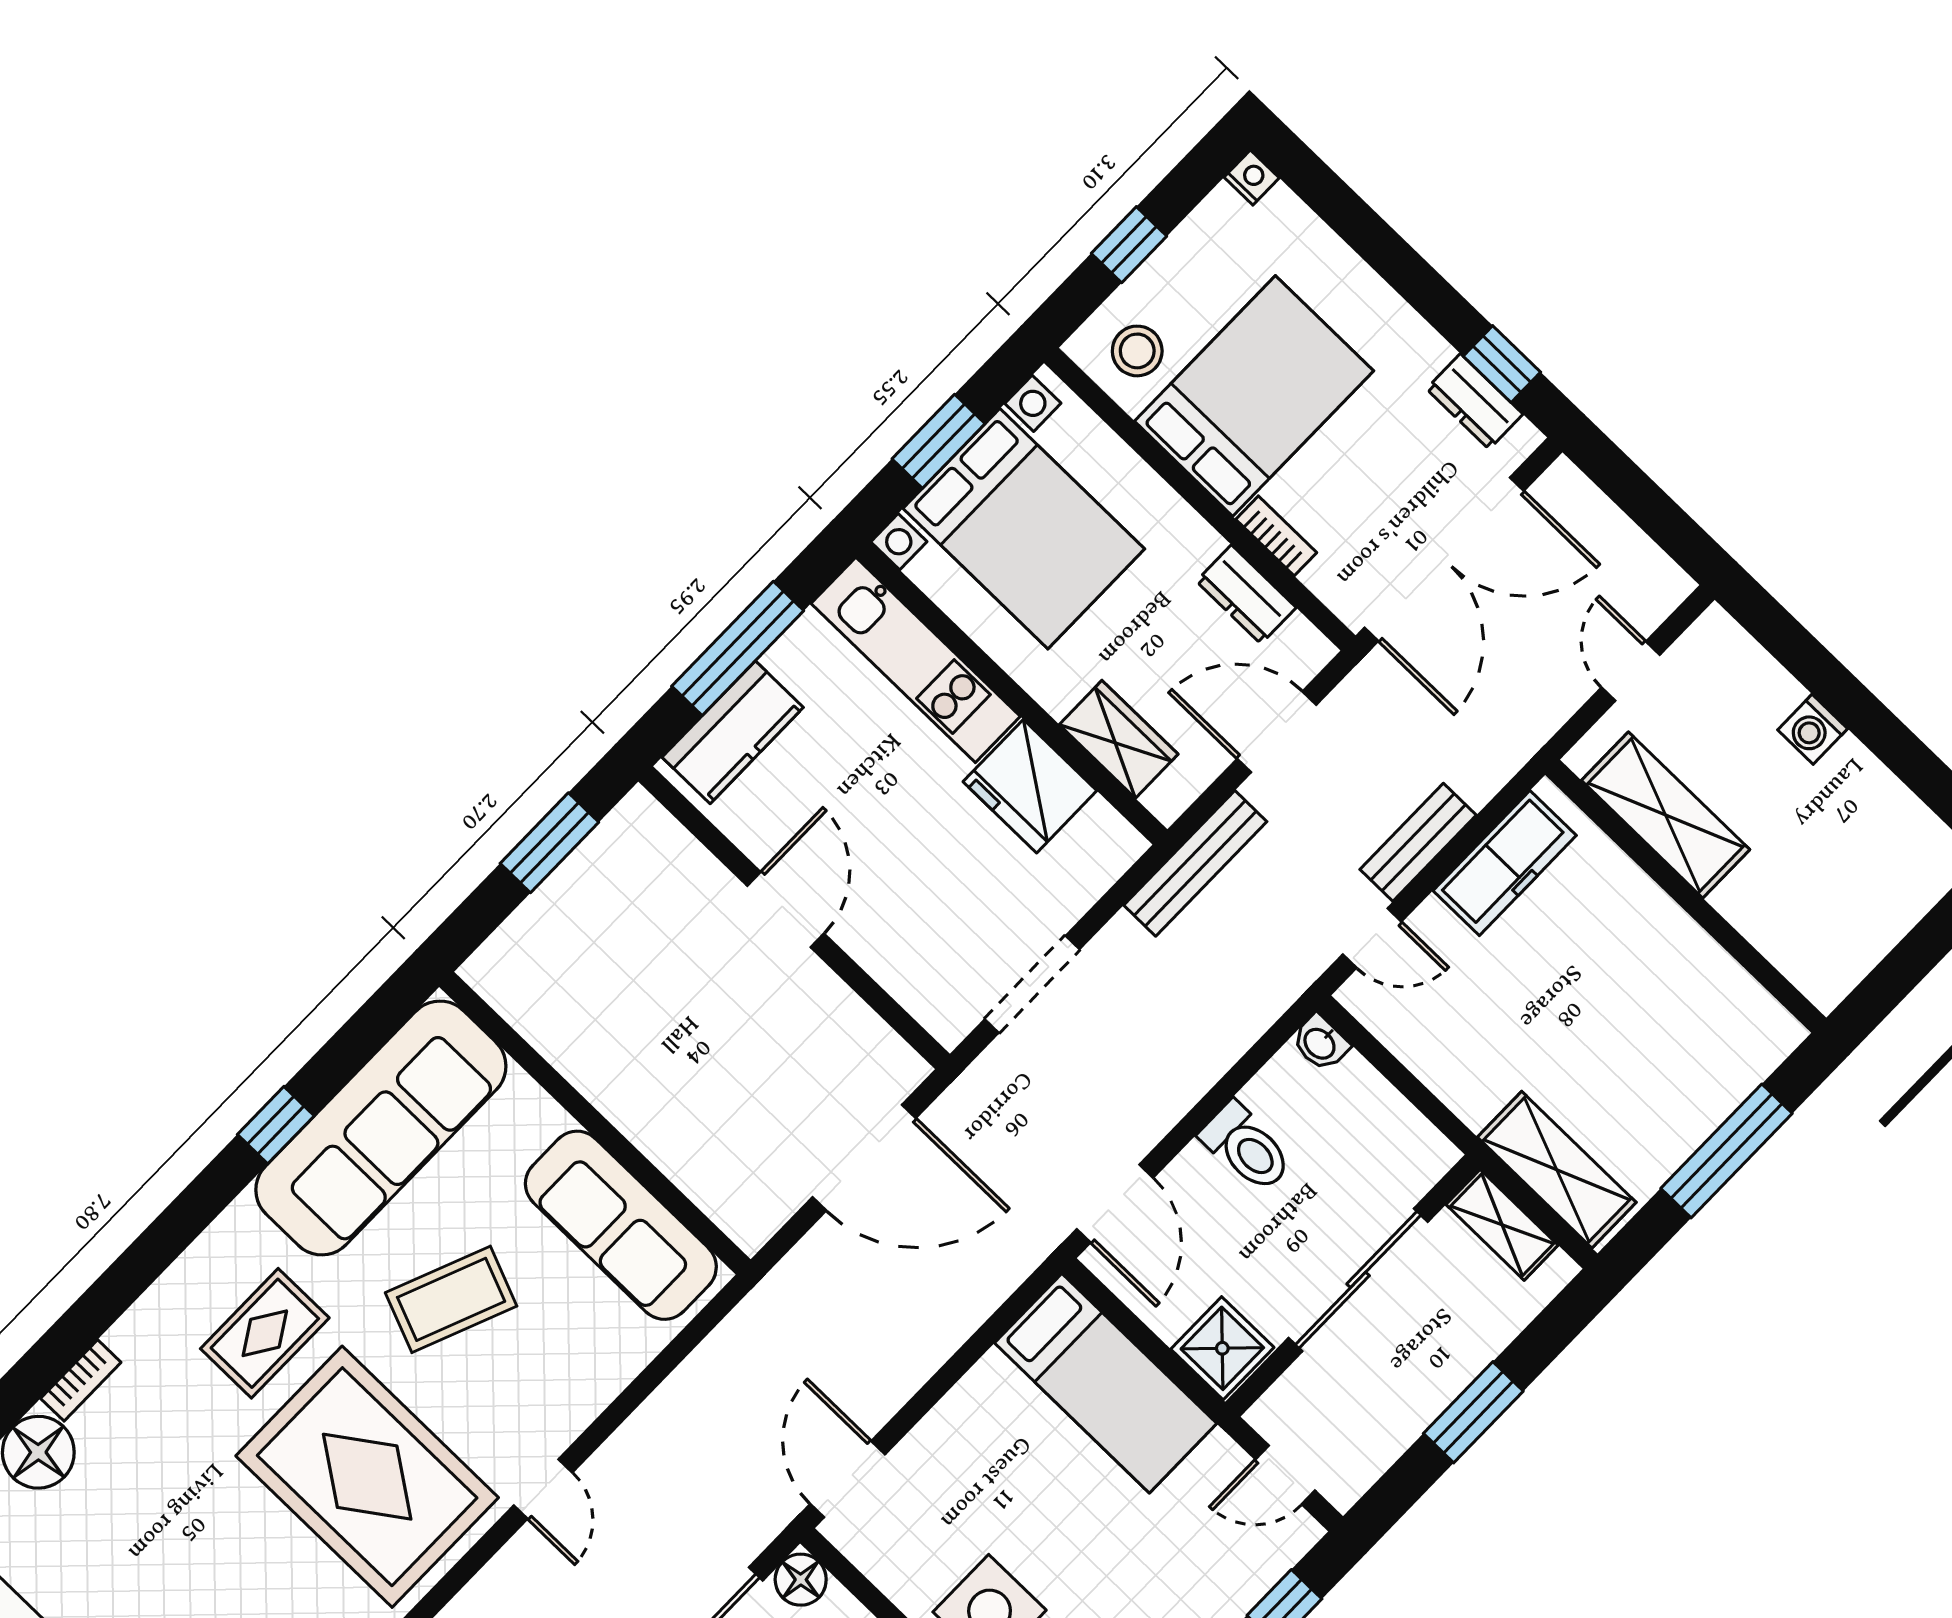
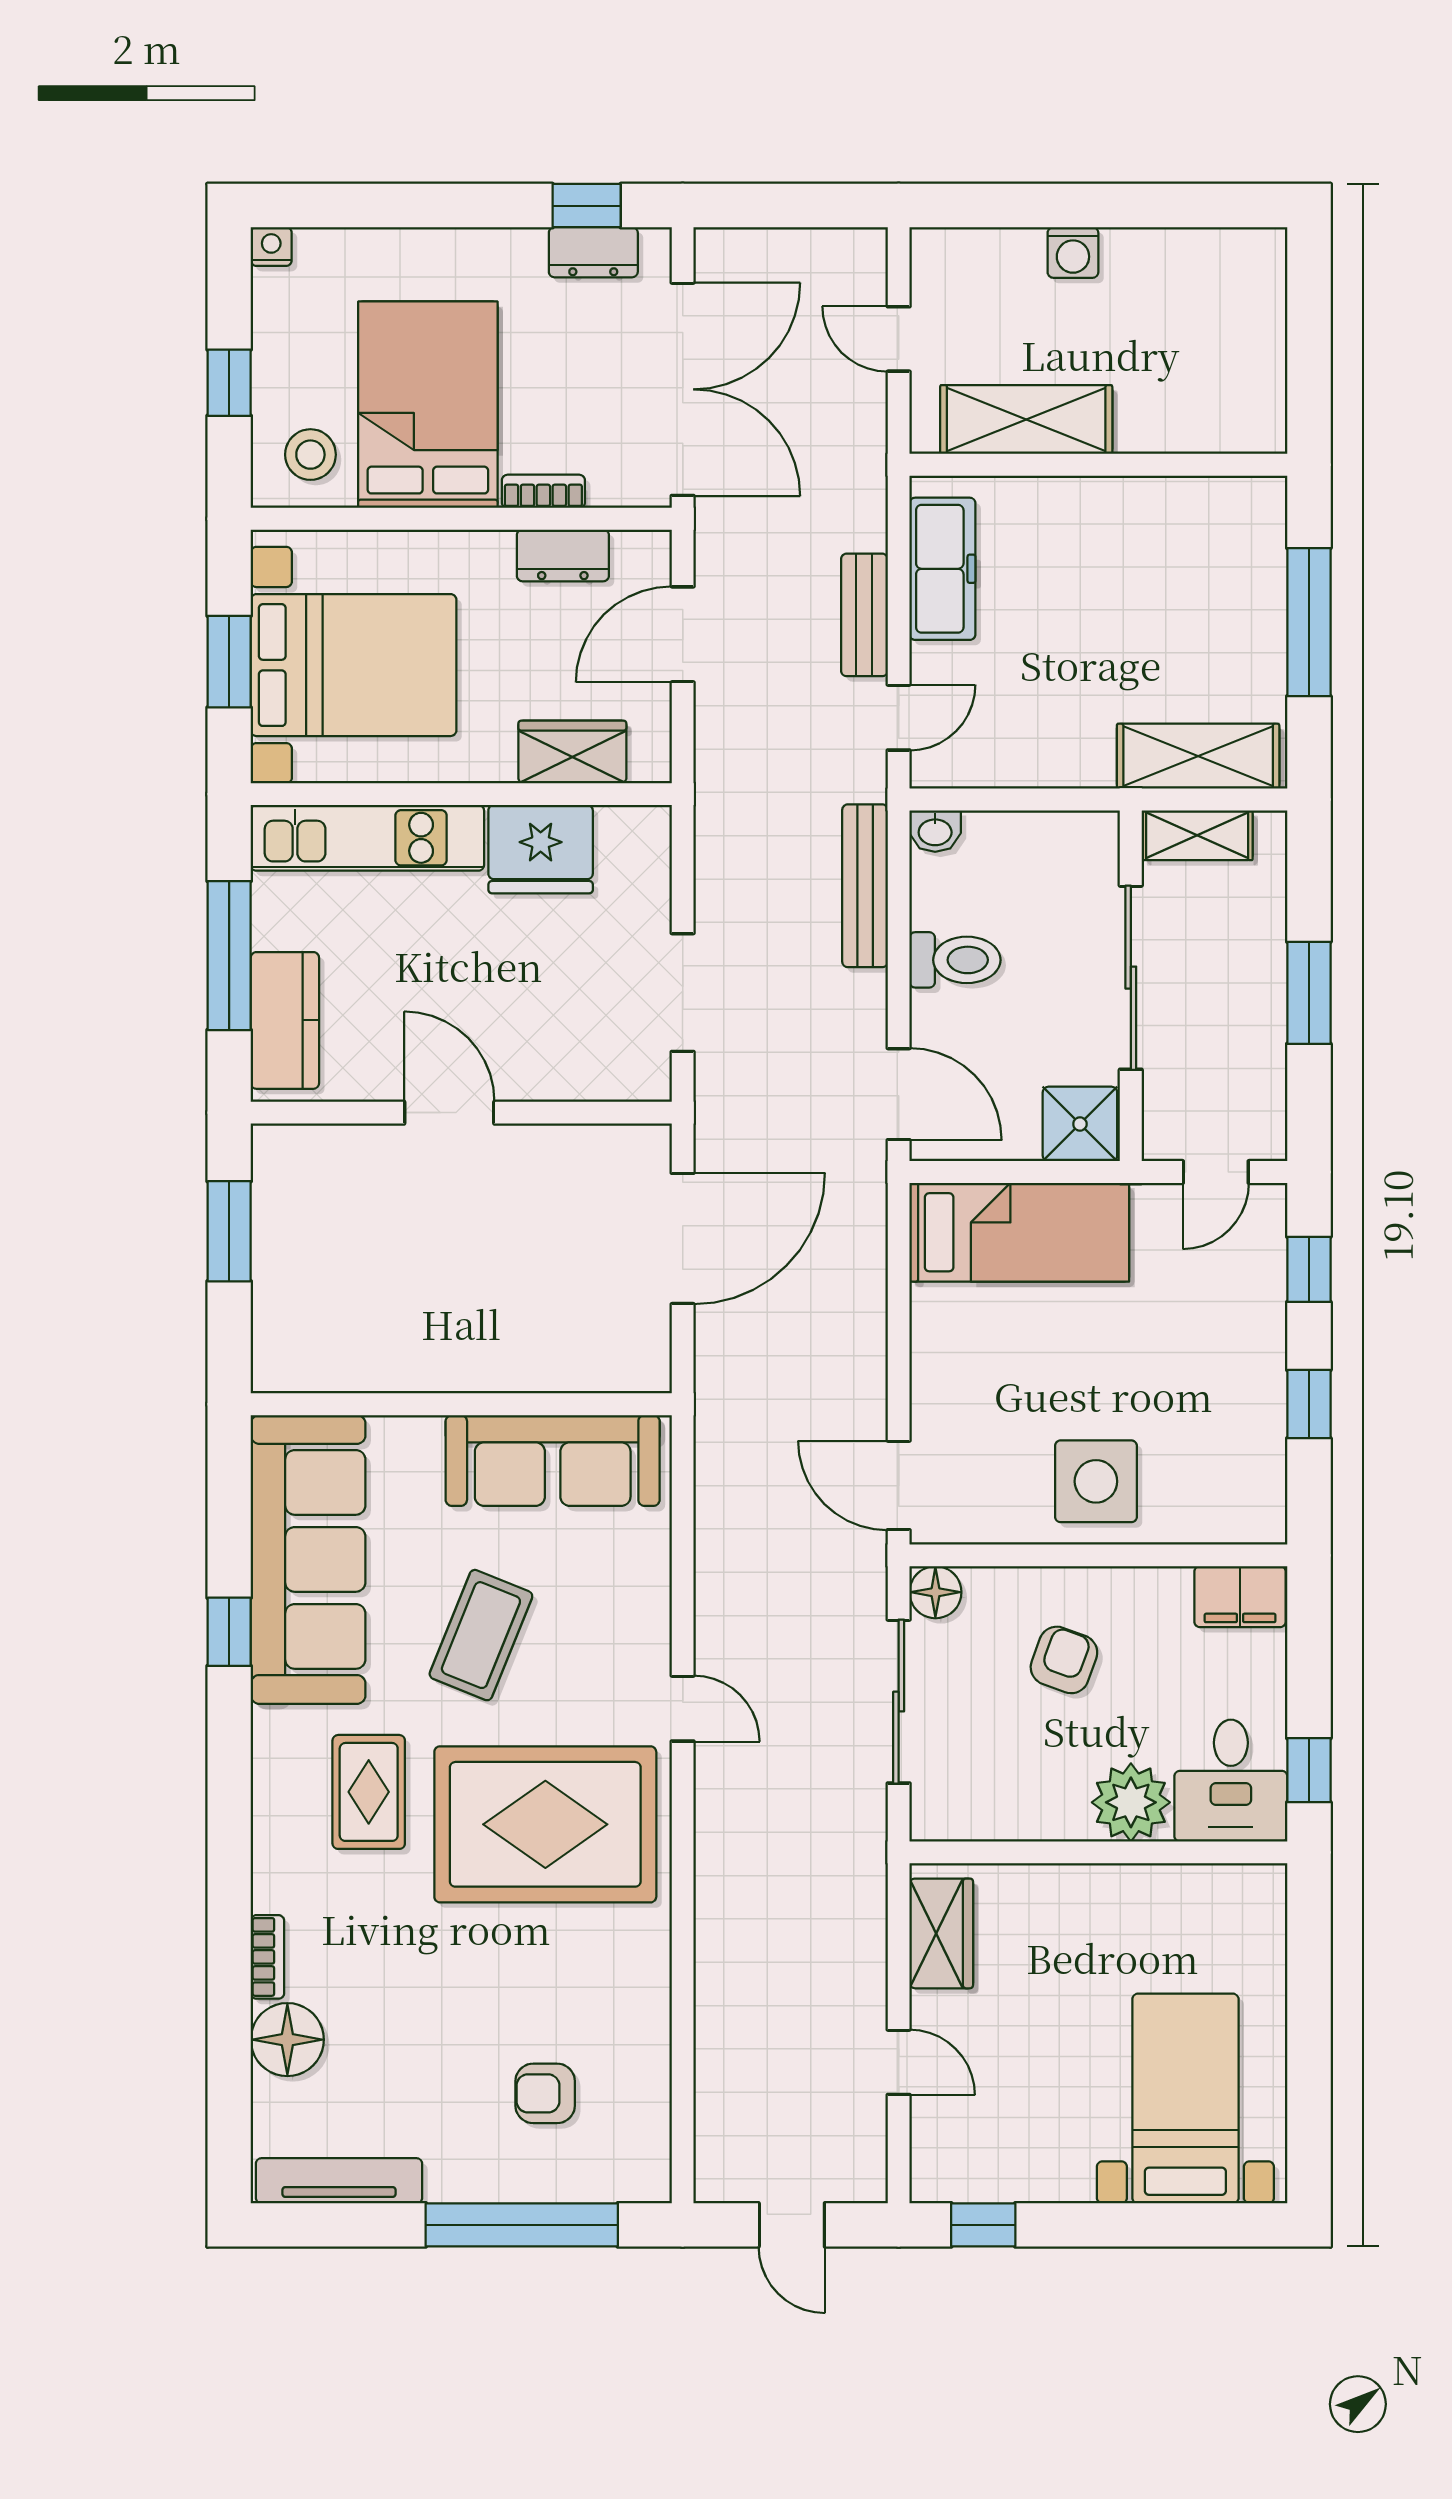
bench: (1195, 863) -> (865, 886), moved

